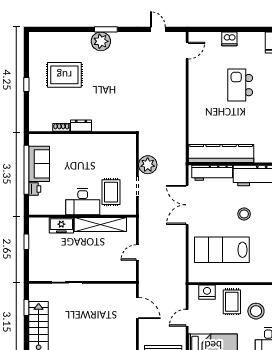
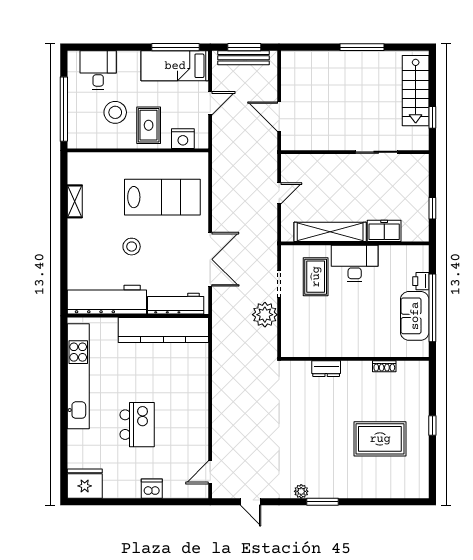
plant: (101, 41) -> (301, 491), moved, width x0.53, depth x0.53
dresser: (81, 126) -> (326, 369), moved

